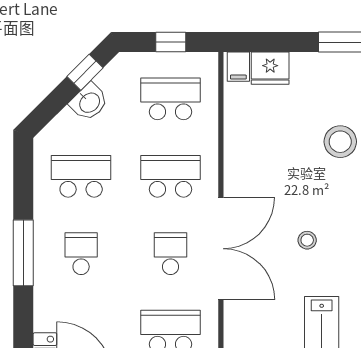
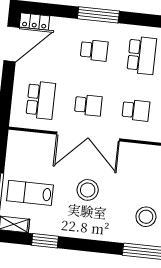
school desk: (171, 176) -> (136, 110), width x0.54
stool: (307, 240) -> (88, 190), width x1.89, depth x1.89

